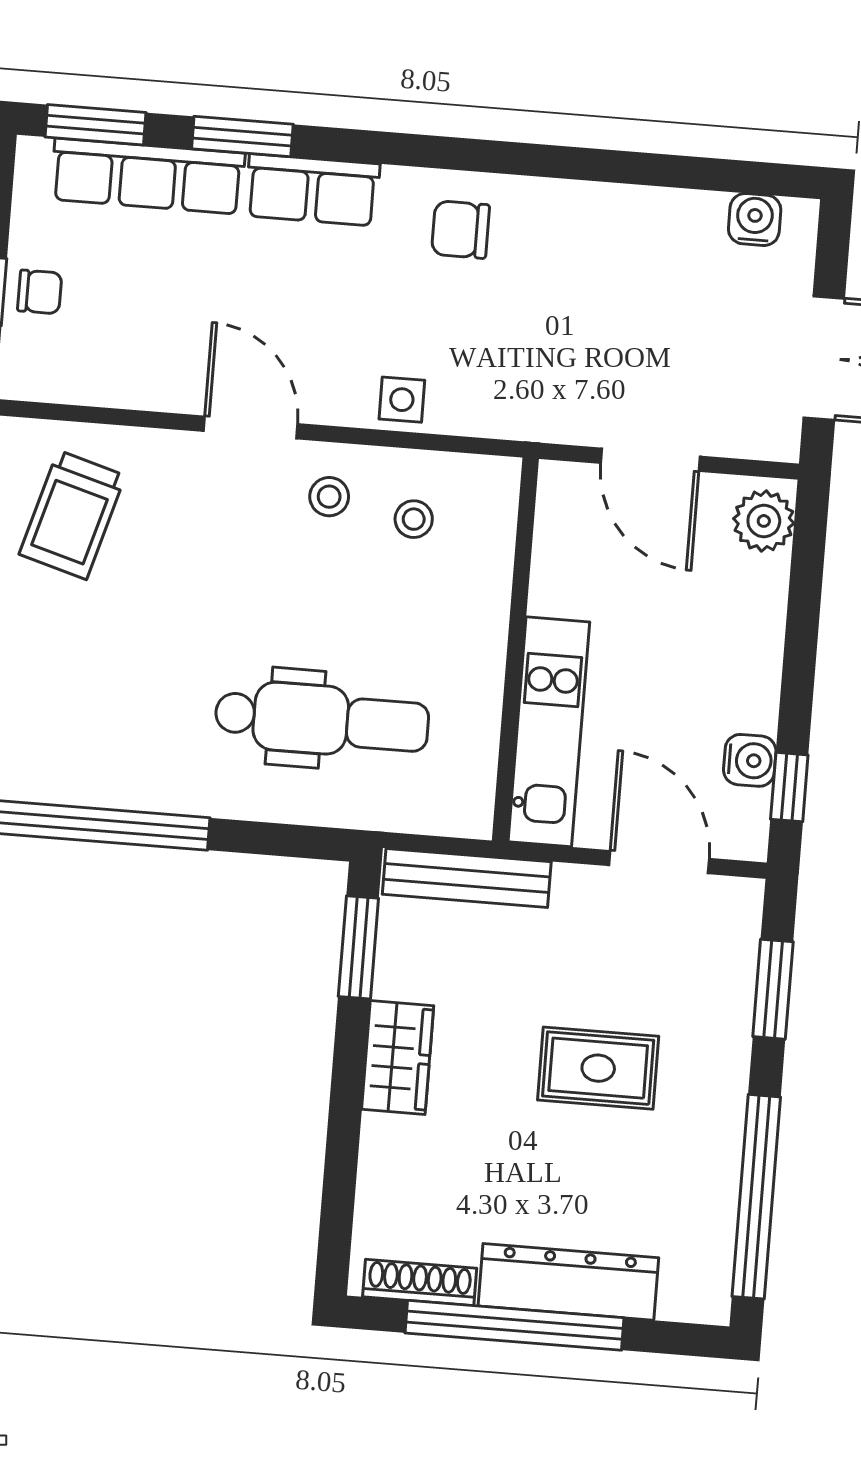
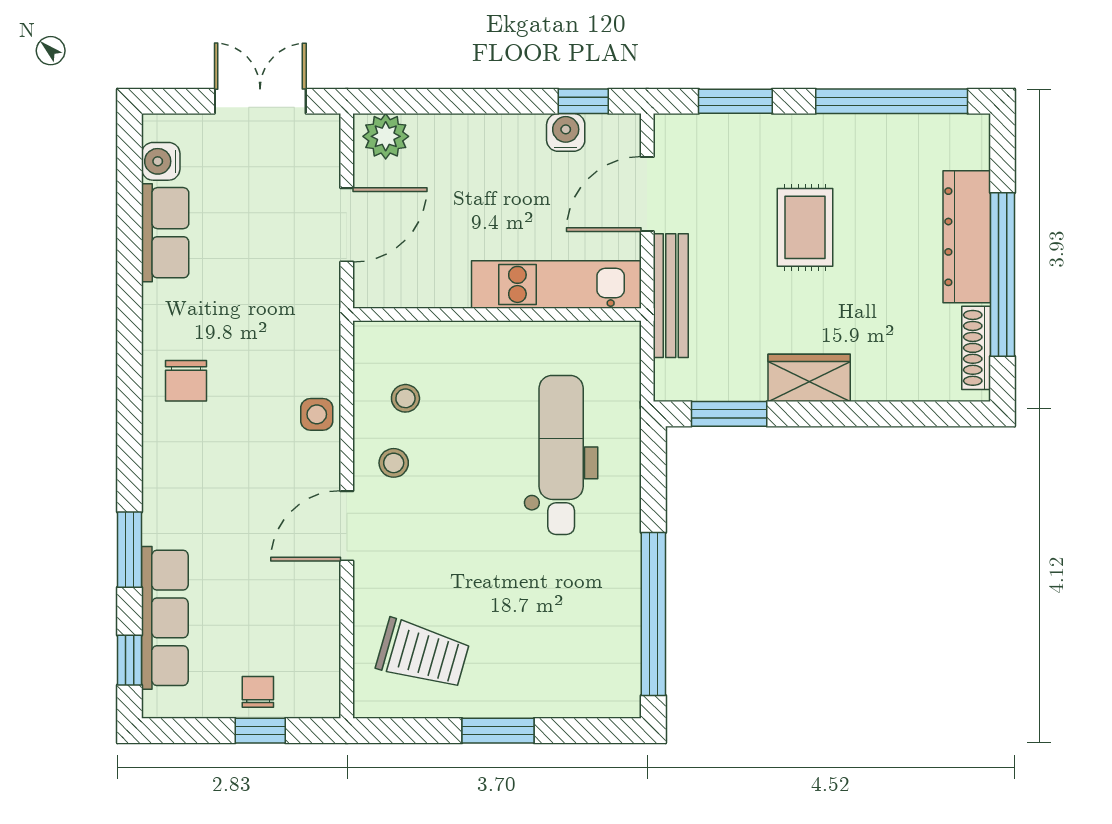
window: (95, 125) -> (130, 660), width x0.67
row of seats: (312, 190) -> (165, 233), moved
bench: (467, 878) -> (671, 296), moved

